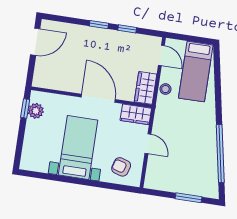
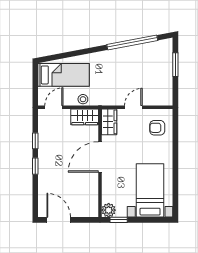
plant: (36, 111) -> (109, 210), moved
bed with nightstands: (78, 147) -> (150, 190), moved, turned 90
armchair: (121, 167) -> (157, 128), turned 74

